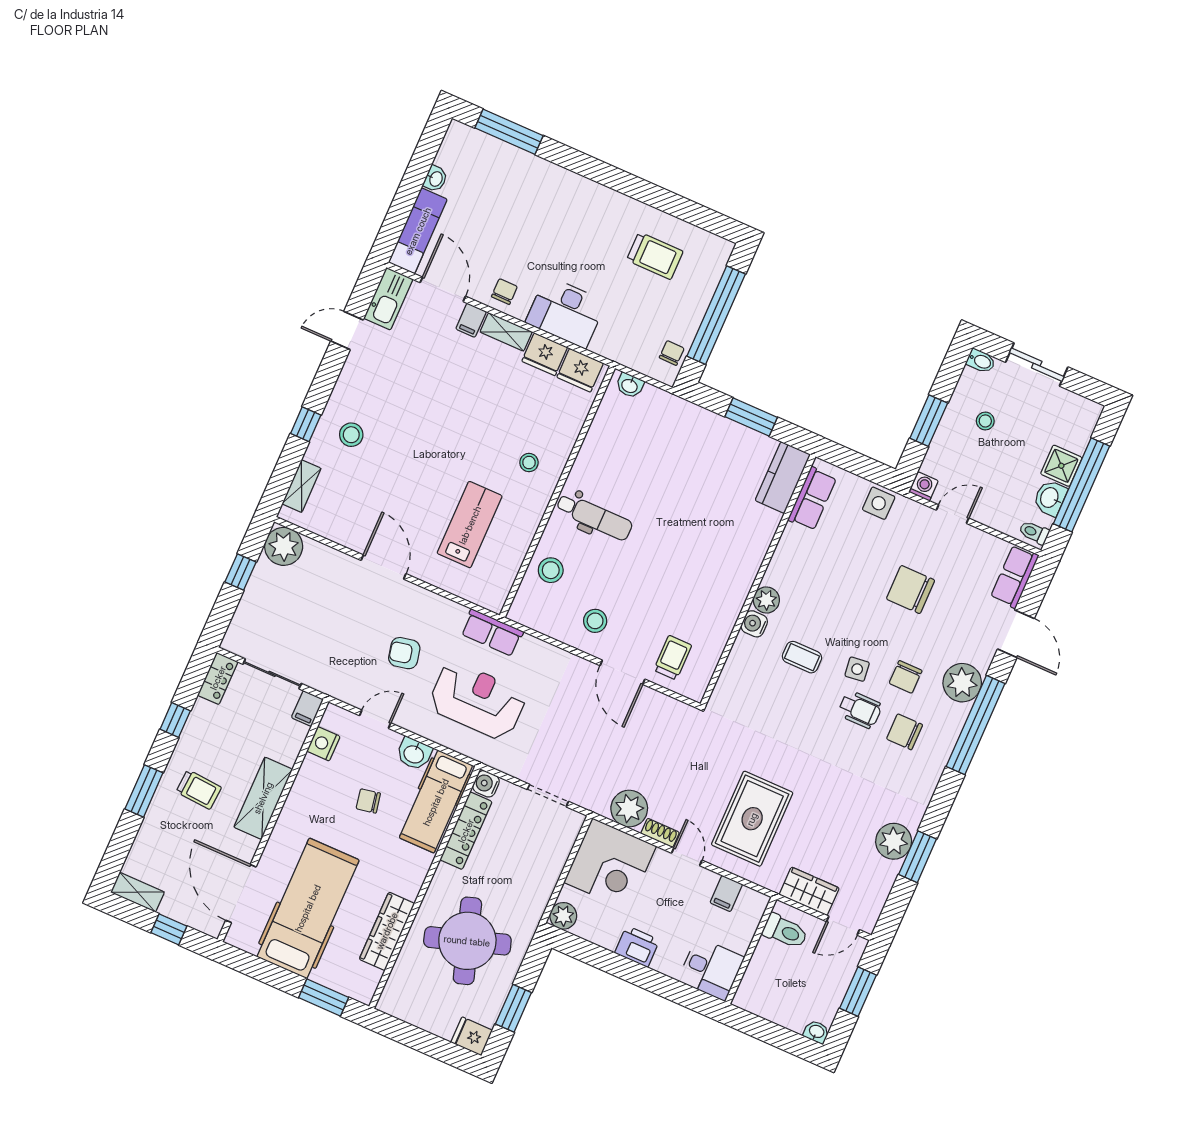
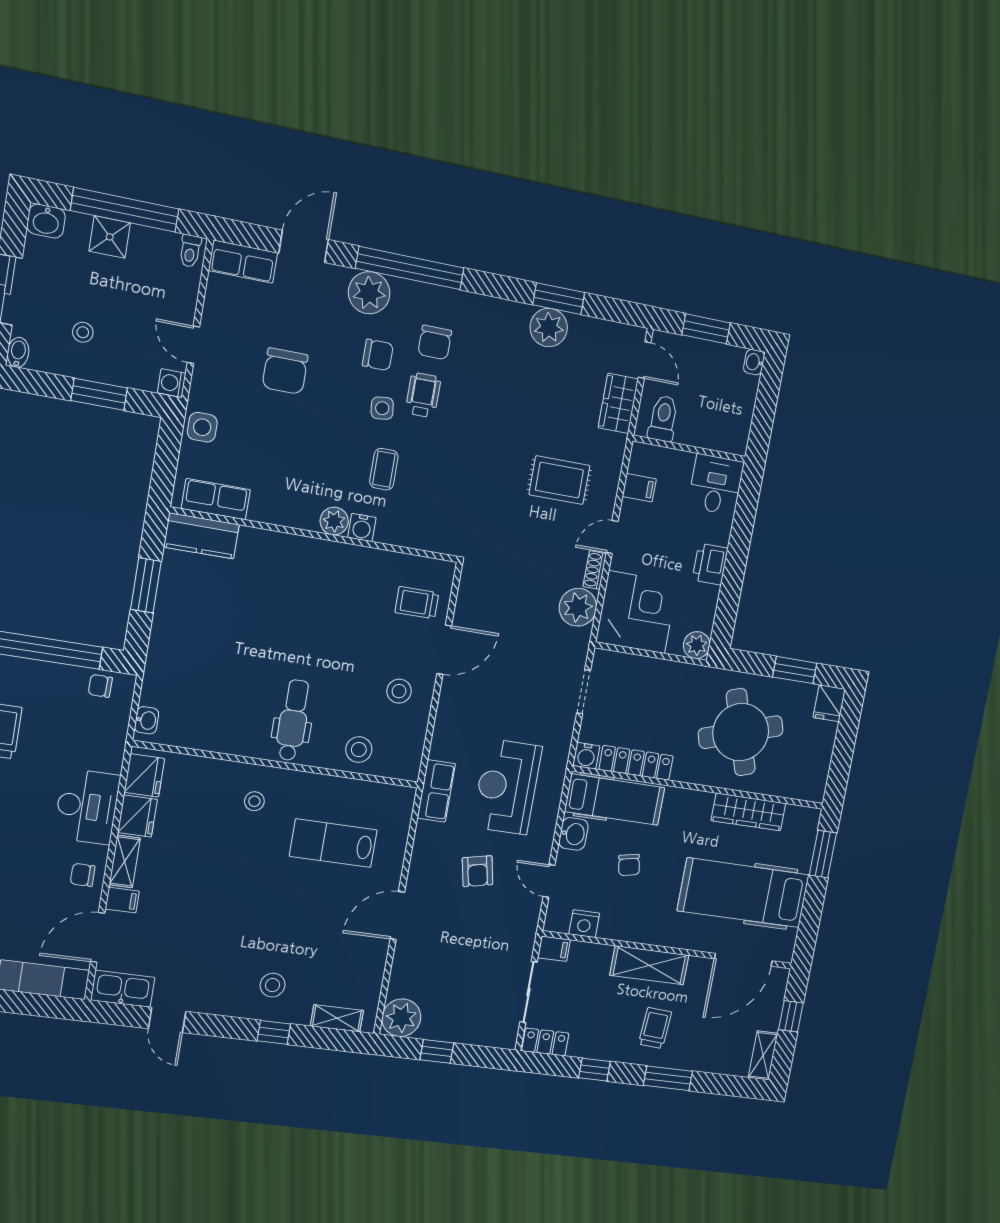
washbasin: (1050, 498) -> (46, 221), moved
rug: (752, 819) -> (559, 480), width x0.73, depth x0.70

